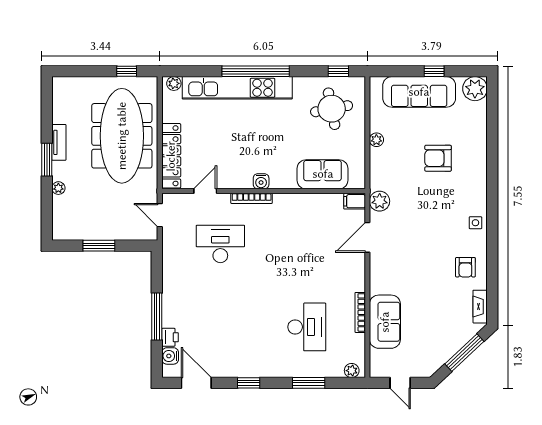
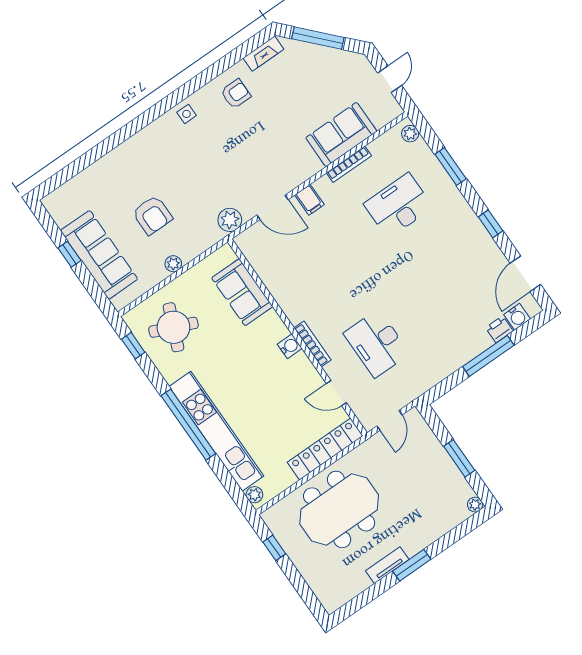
plant: (475, 89) -> (59, 204), removed
round table: (332, 109) -> (173, 327), turned 34
meeting table: (122, 136) -> (339, 509), width x0.73
armchair: (438, 158) -> (152, 215), moved
plant: (58, 188) -> (475, 505), moved
filing cabinet: (355, 201) -> (309, 200), moved

